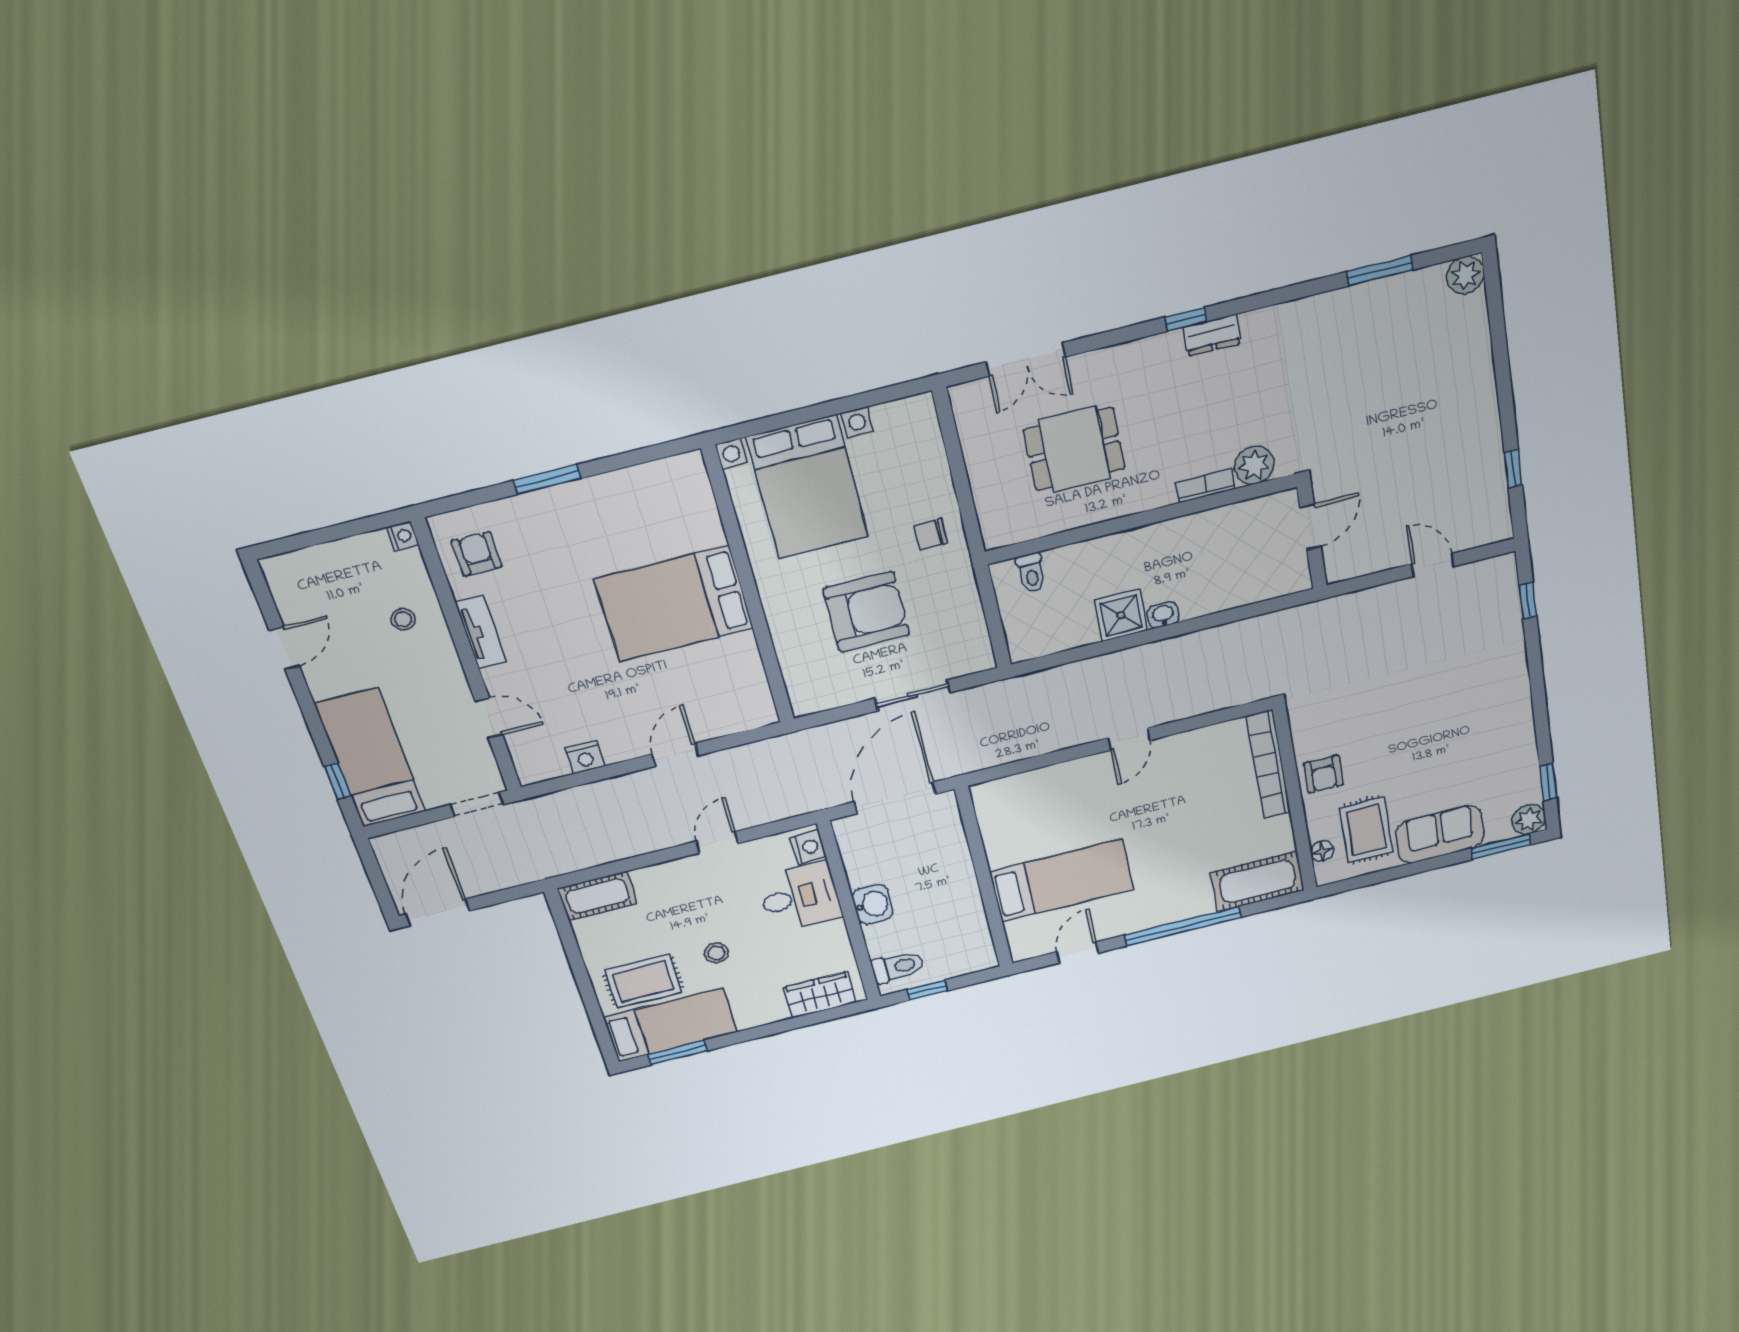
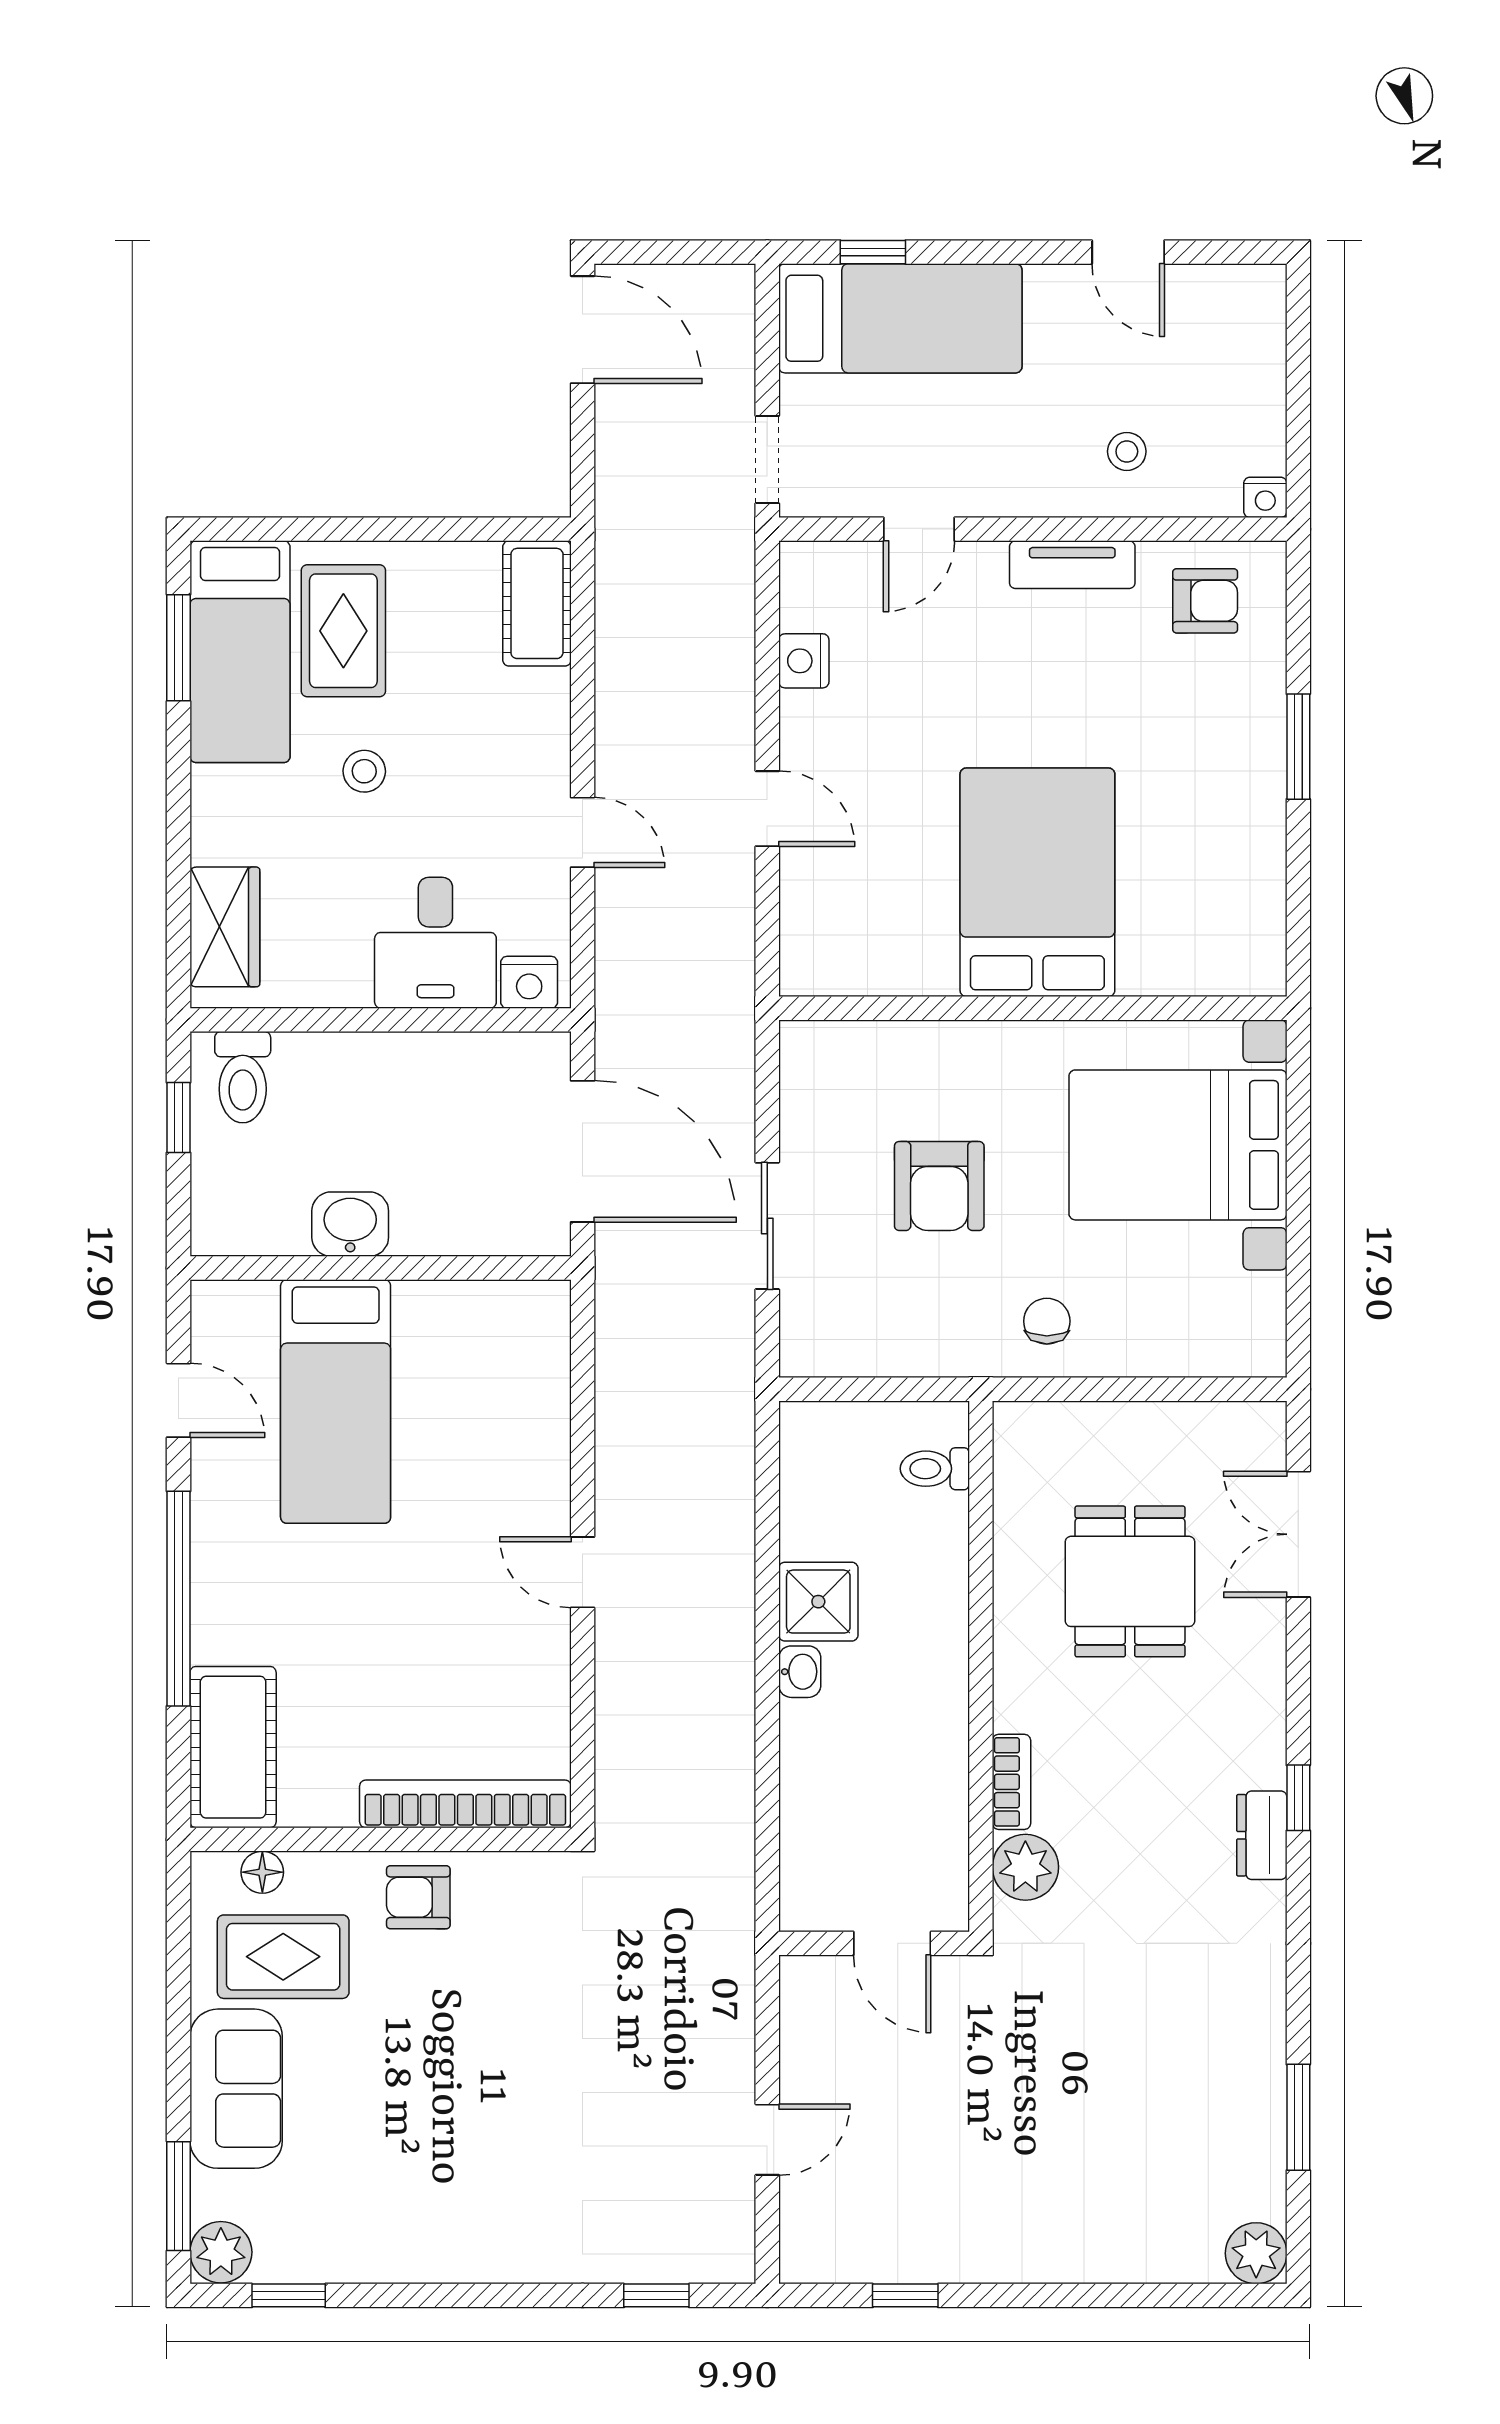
armchair: (866, 612) -> (939, 1186), width x0.73, depth x0.73
washbasin: (873, 904) -> (350, 1224), moved, turned 180

